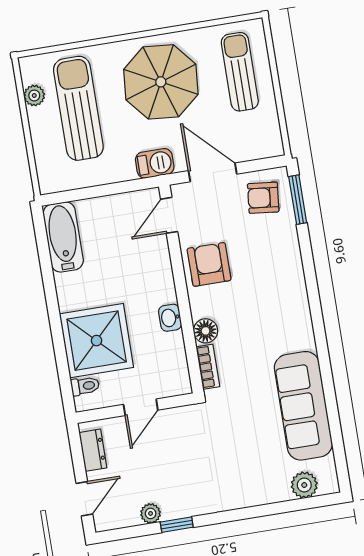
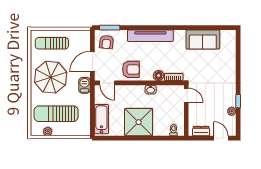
bathtub: (63, 237) -> (101, 119), moved, turned 90
armchair: (209, 264) -> (131, 69), turned 180
tv unit: (295, 297) -> (150, 36), added
shower: (97, 341) -> (139, 122), moved
sofa: (303, 406) -> (203, 40), width x0.73
door: (141, 407) -> (186, 95), moved
plant: (304, 485) -> (230, 45), removed

